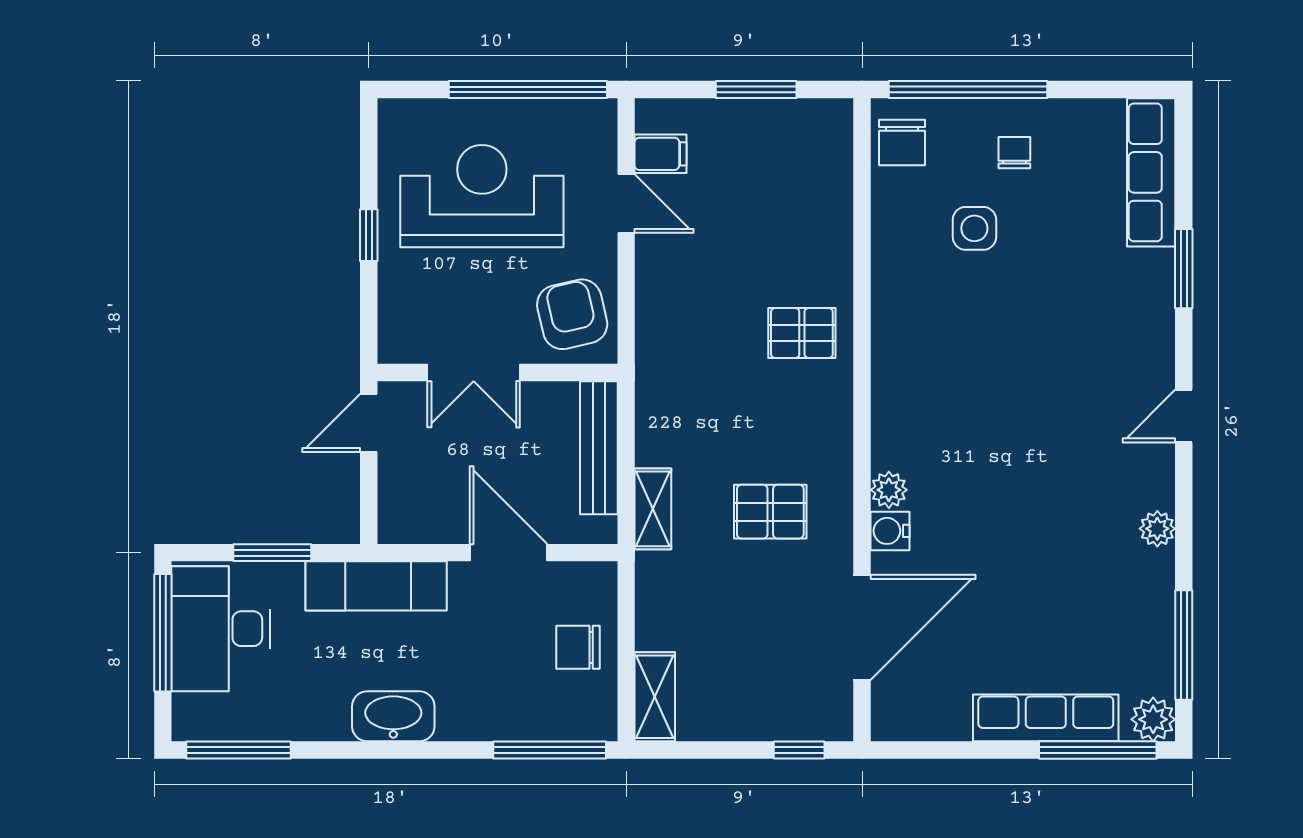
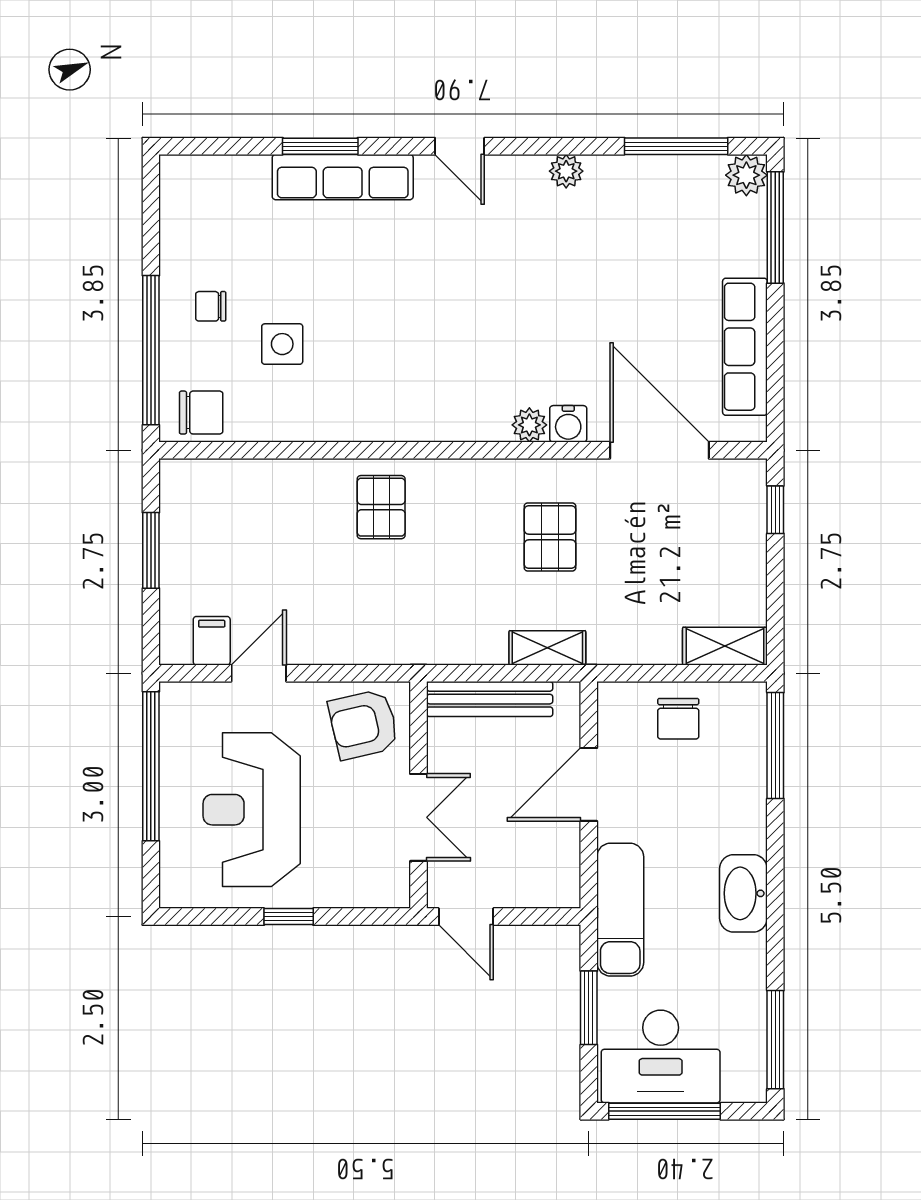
row of seats: (1151, 172) -> (343, 177), moved
row of seats: (1046, 718) -> (745, 347), moved

